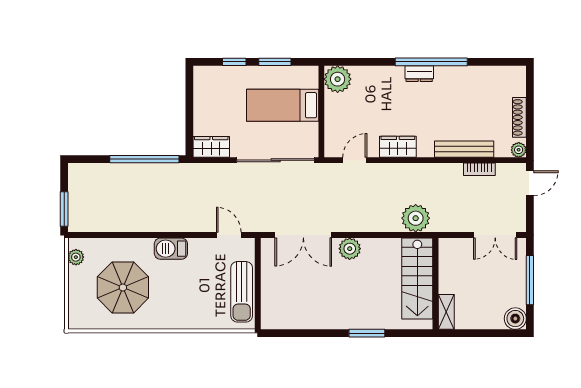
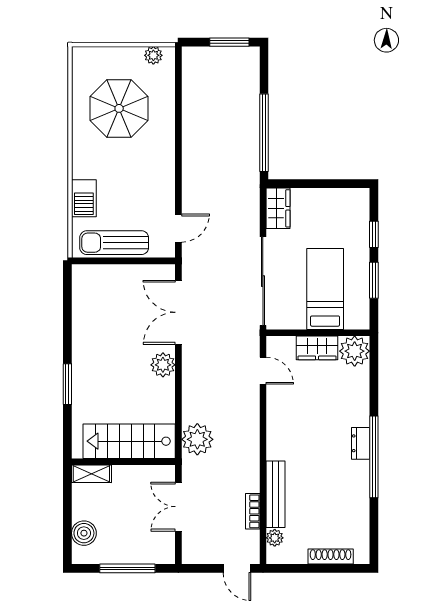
shoe rack: (519, 117) -> (331, 557), moved
wardrobe: (398, 147) -> (317, 348), moved, turned 90
plant: (519, 150) -> (275, 538), moved
window: (64, 209) -> (229, 42), moved
double door: (495, 235) -> (178, 507), moved
barbecue: (171, 249) -> (84, 198), moved, turned 180
boiler: (515, 319) -> (84, 533), moved

